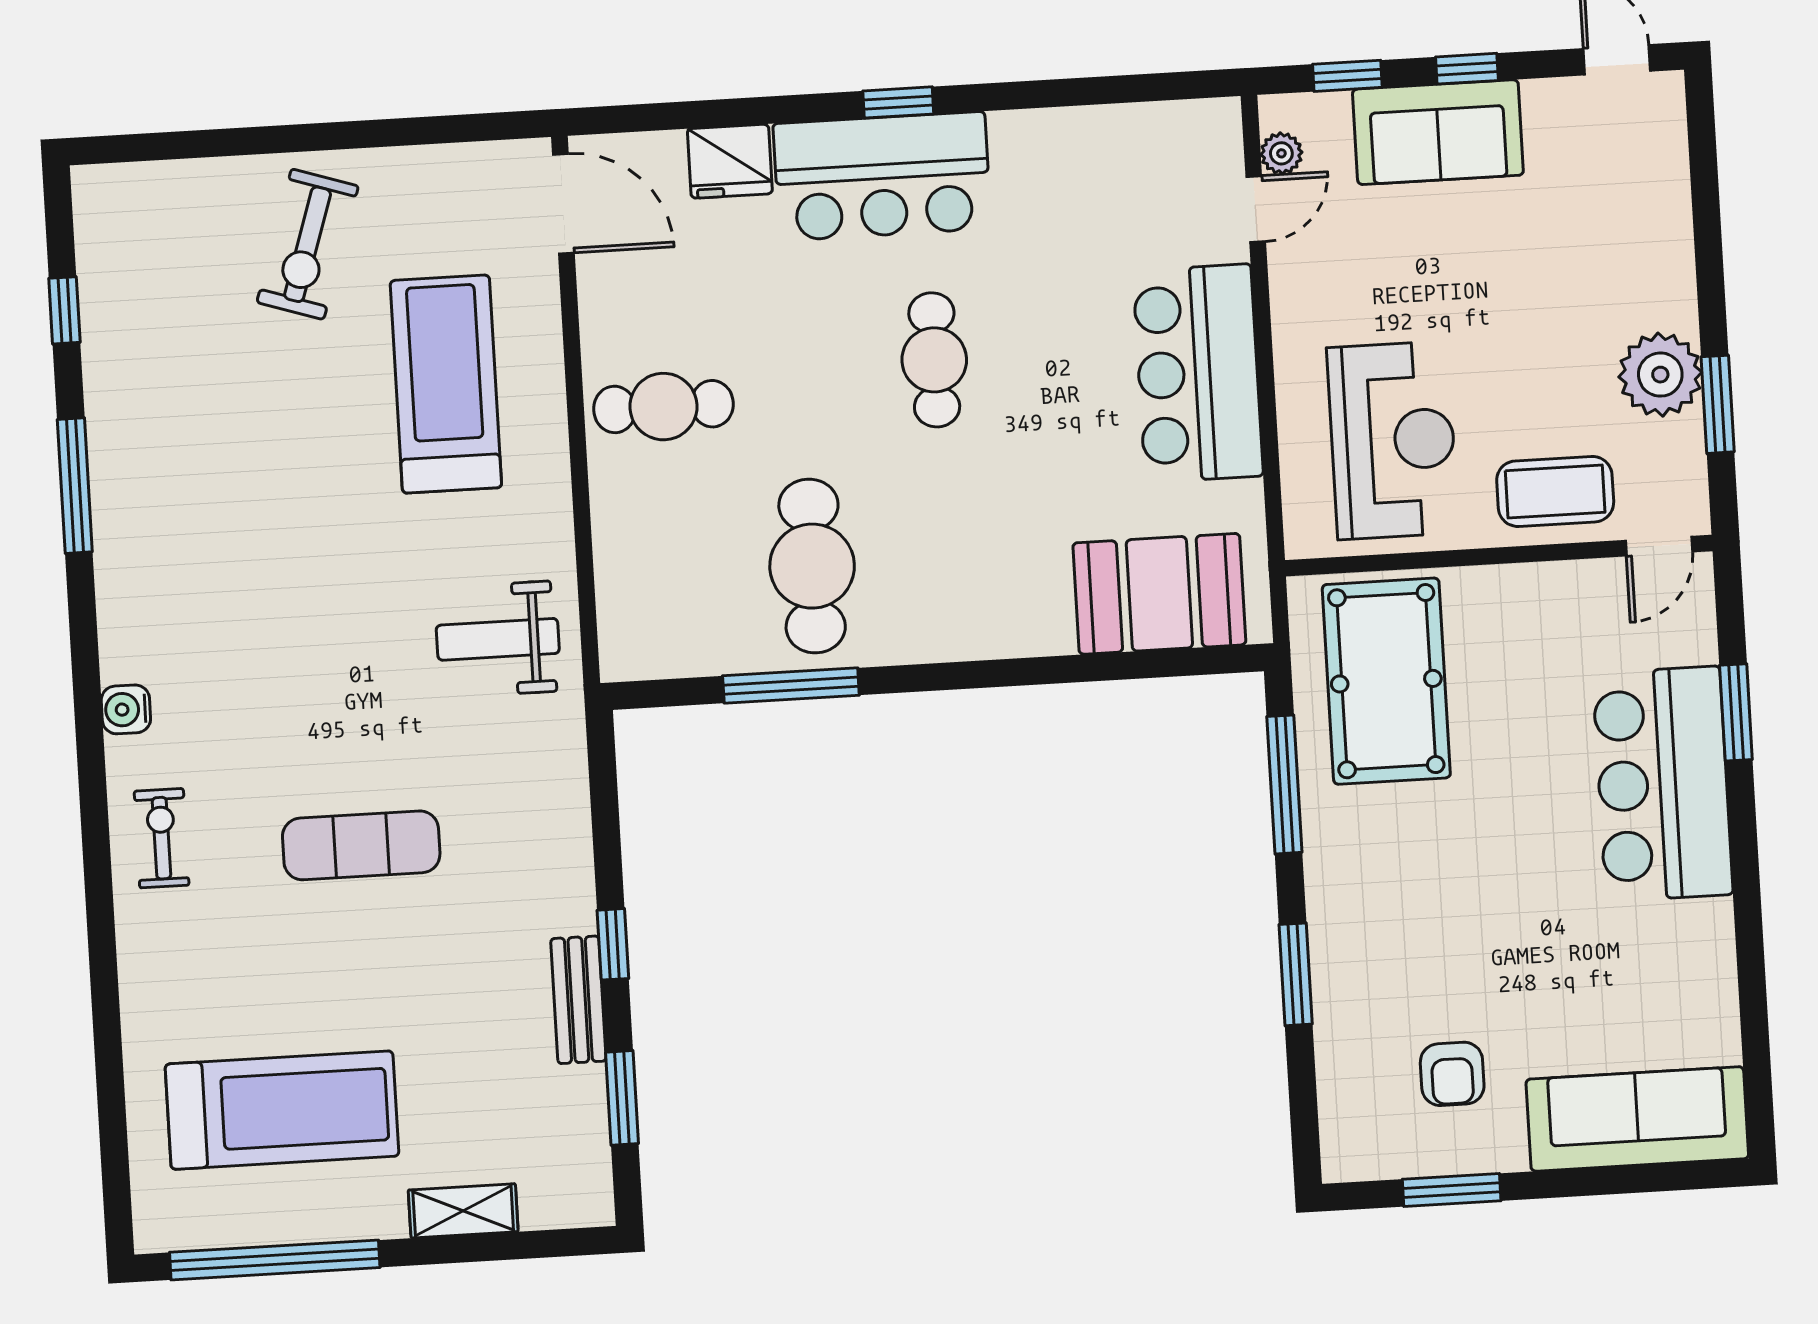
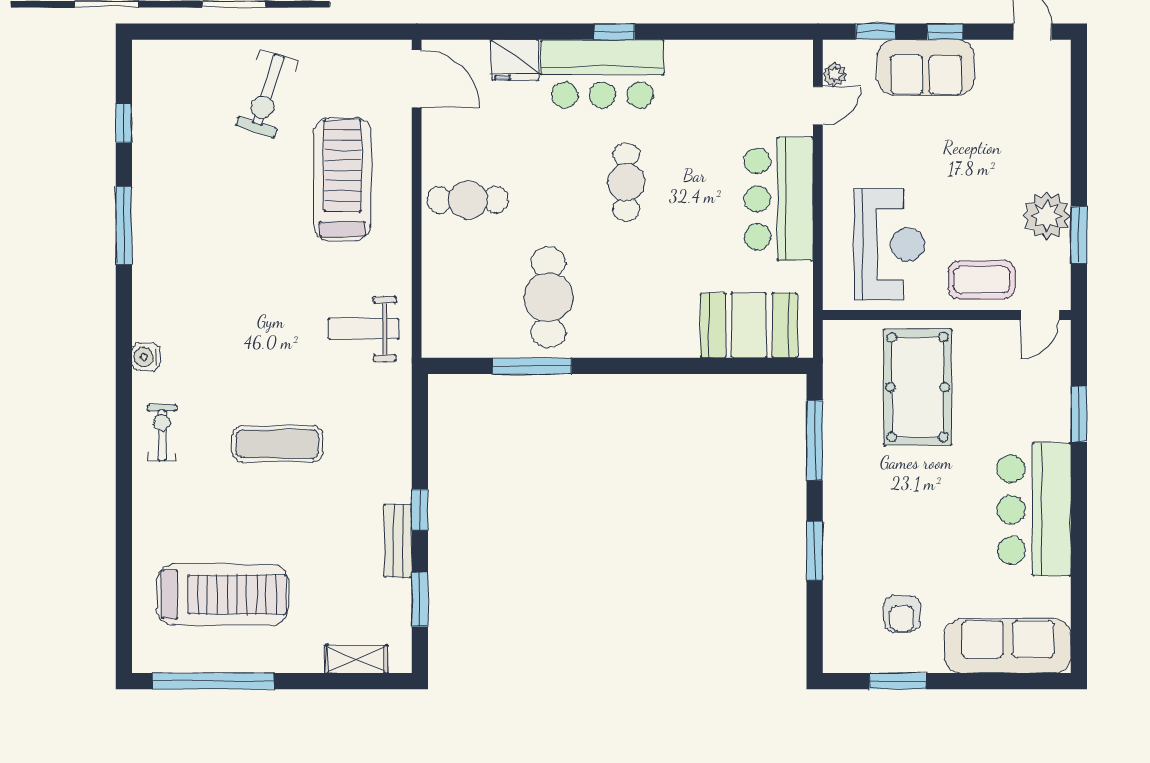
pool table: (1386, 681) -> (918, 387), moved
bar counter: (1663, 784) -> (1034, 510), moved
shelving: (463, 1211) -> (356, 659), moved

